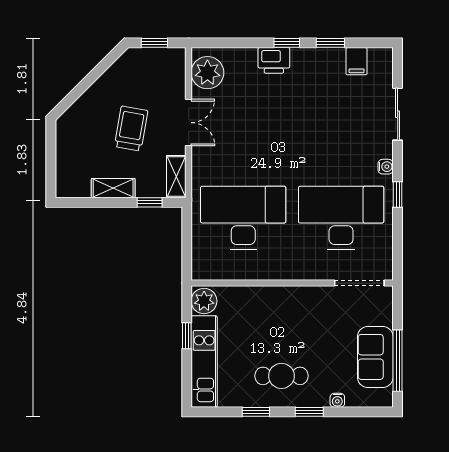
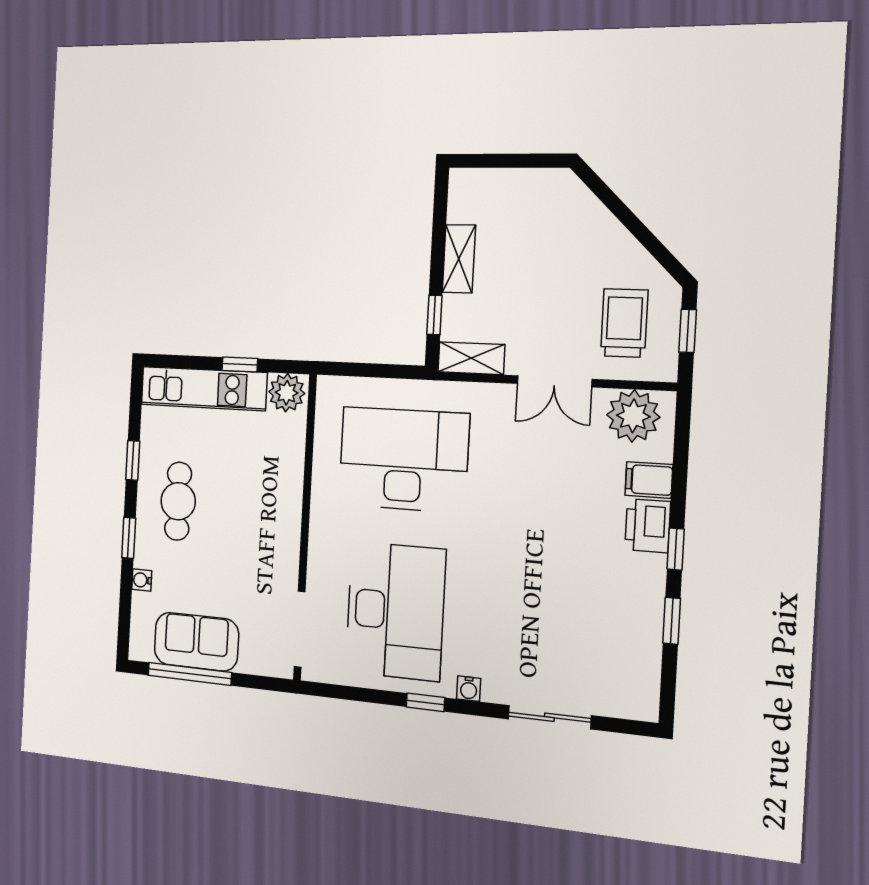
filing cabinet: (357, 61) -> (649, 480), moved
trolley: (131, 128) -> (624, 323), moved, turned -100
desk: (243, 218) -> (403, 459), turned -90

